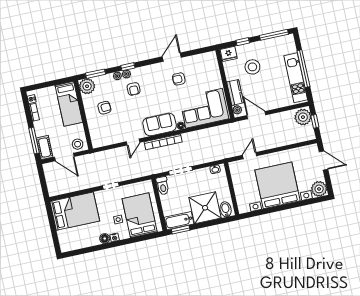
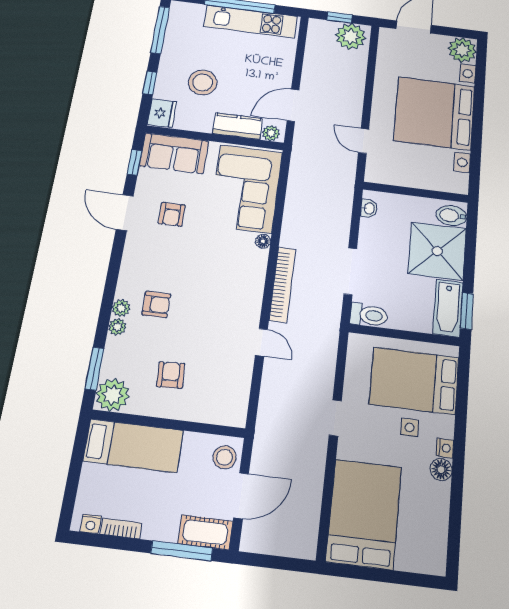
window: (128, 67) -> (134, 162), moved
plant: (303, 117) -> (351, 36), moved
sofa: (160, 125) -> (174, 153), moved, turned -90

